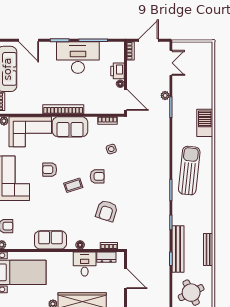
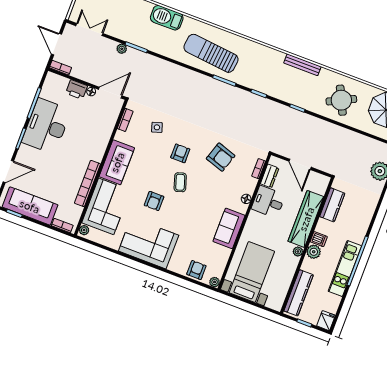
bookcase: (63, 109) -> (87, 184), moved
bench: (178, 249) -> (290, 97), removed
door: (125, 279) -> (300, 164), swing flipped

